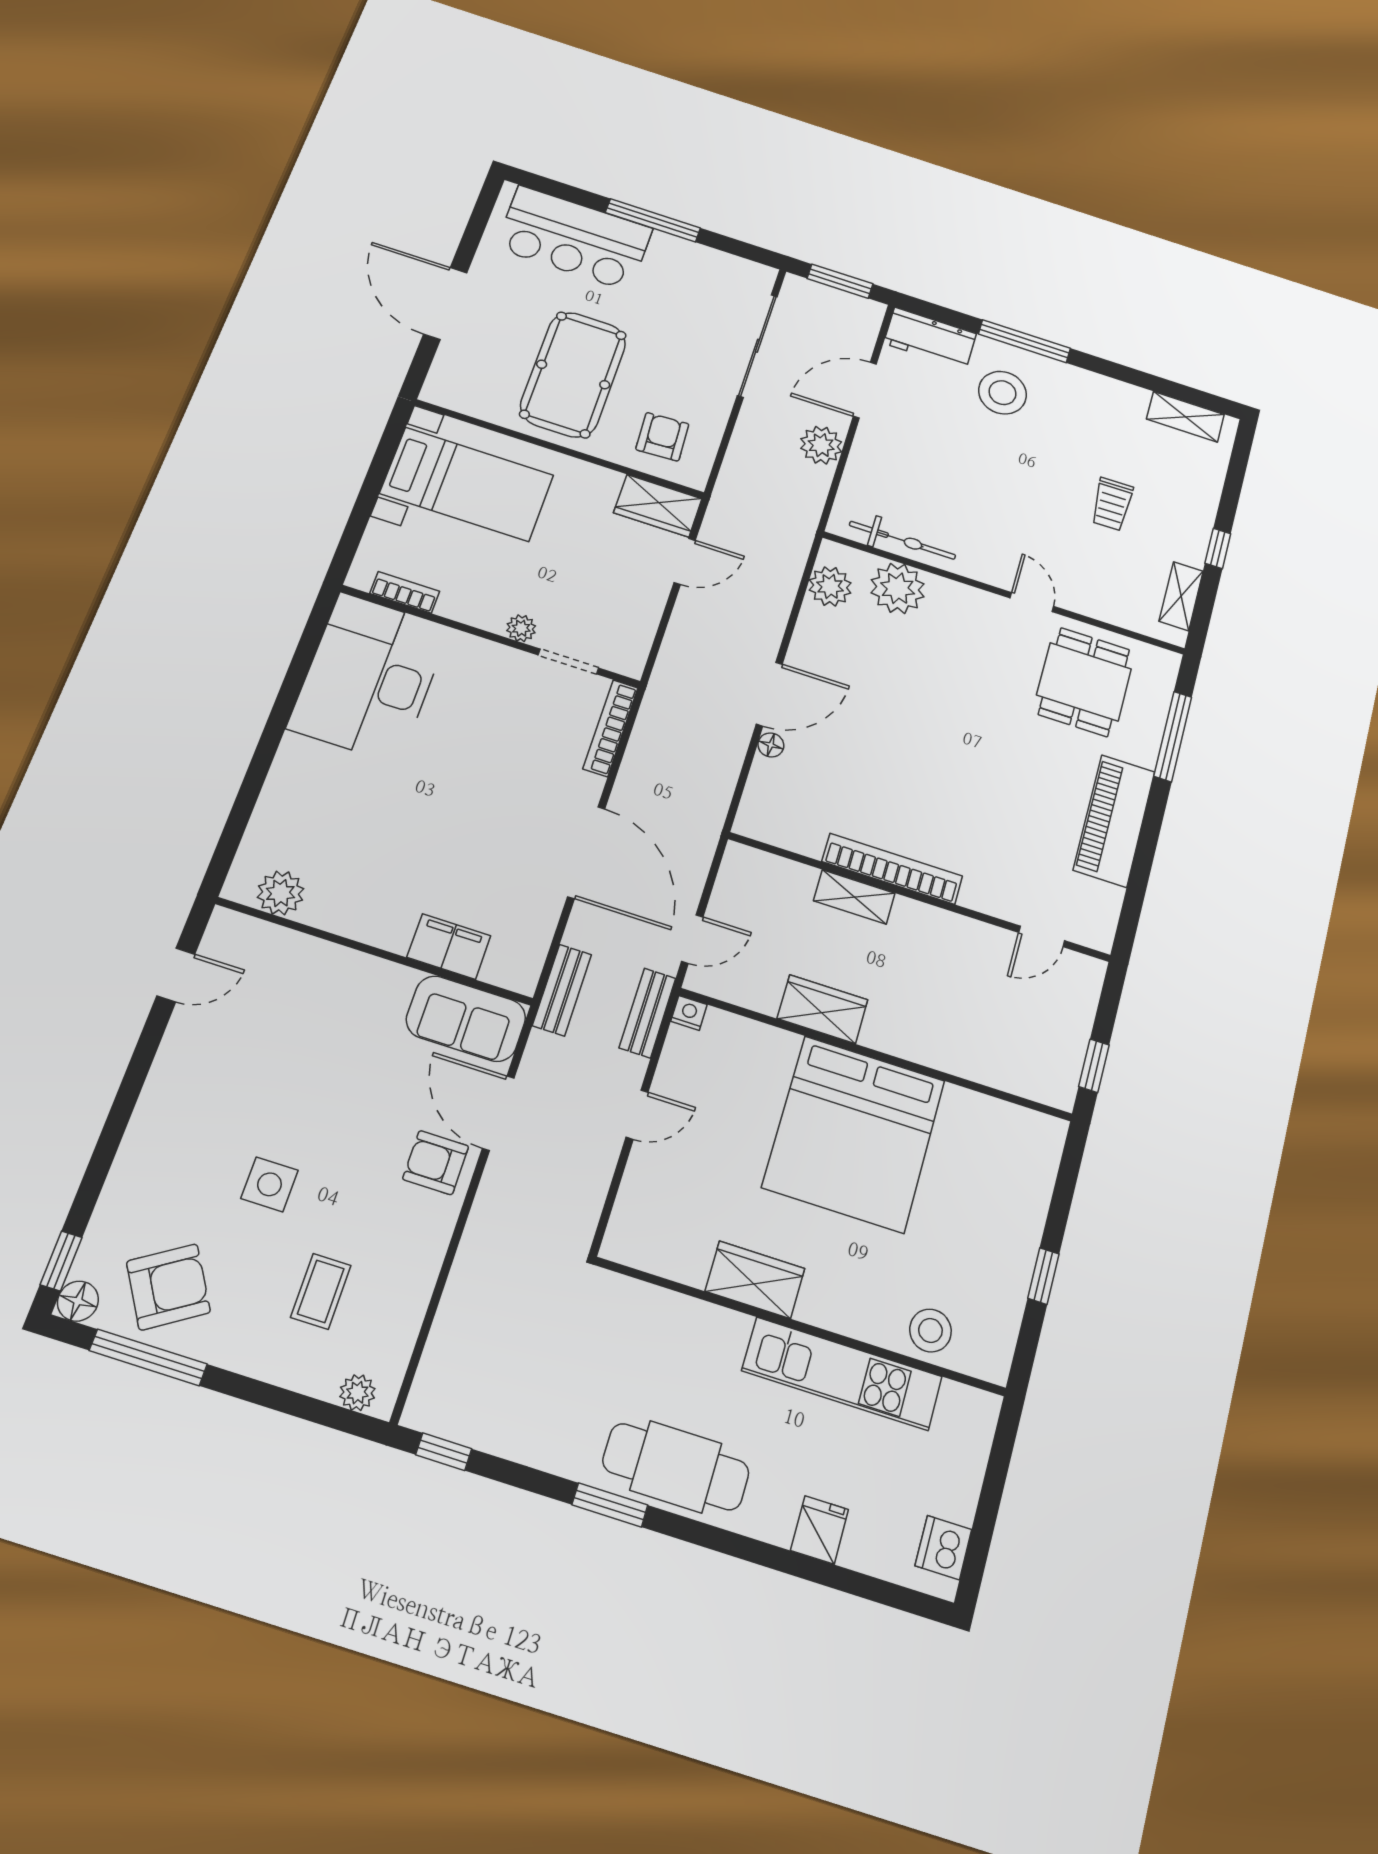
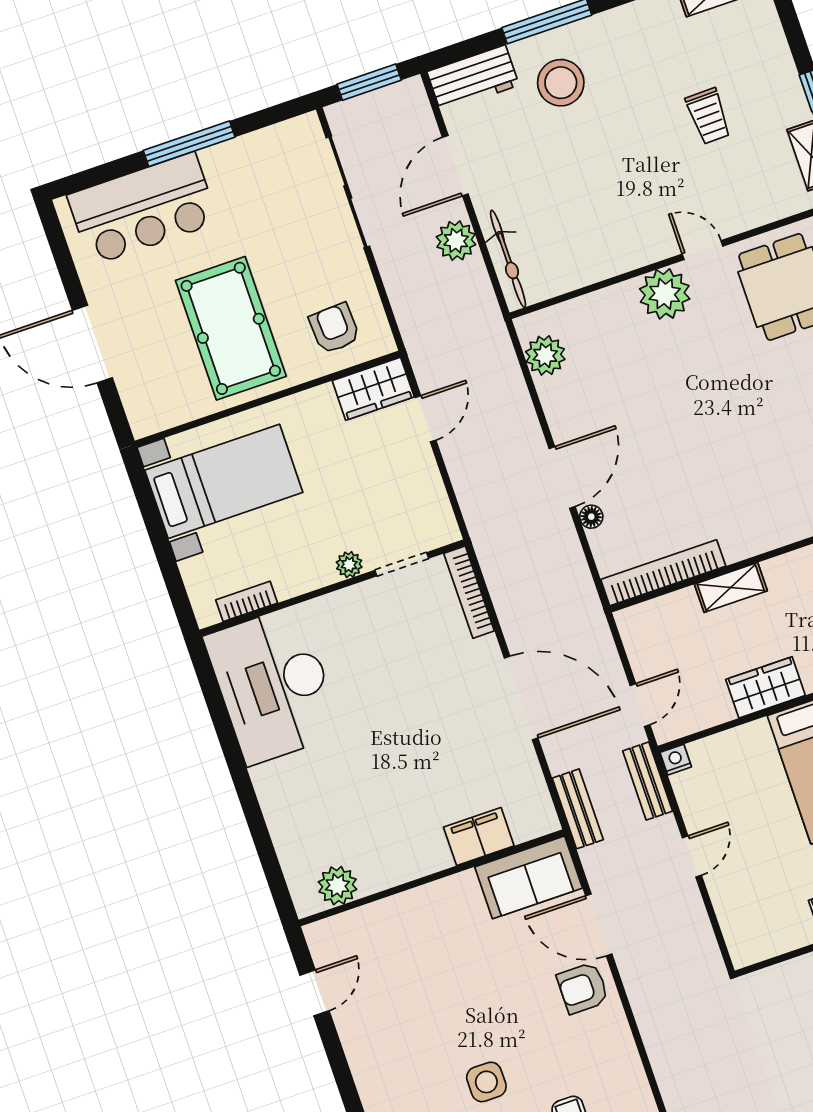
bicycle: (902, 540) -> (508, 259), moved, turned 90
plant: (898, 588) -> (665, 294), moved
bookcase: (892, 869) -> (663, 573), moved

